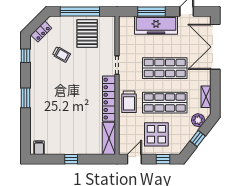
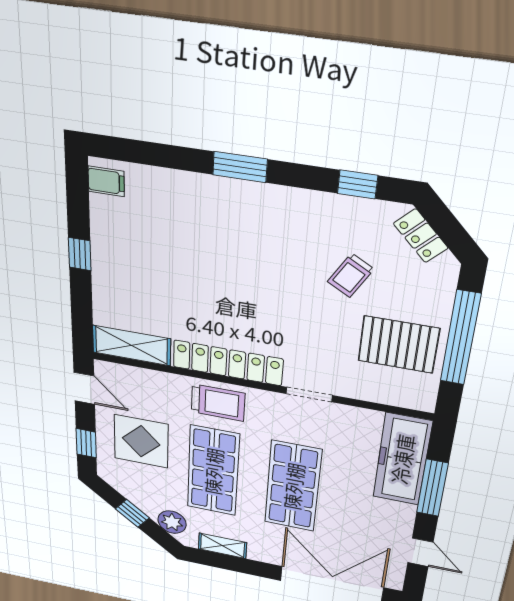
freezer: (156, 25) -> (402, 459), moved
trolley: (129, 102) -> (218, 403), turned 180

